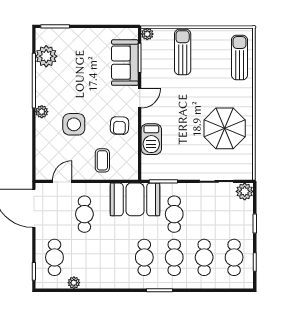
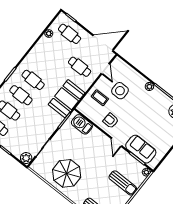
side table: (74, 124) -> (120, 91), moved
barbecue: (151, 139) -> (82, 124), moved
cafe table: (174, 214) -> (43, 113), removed

